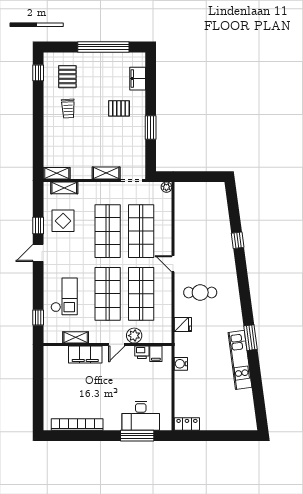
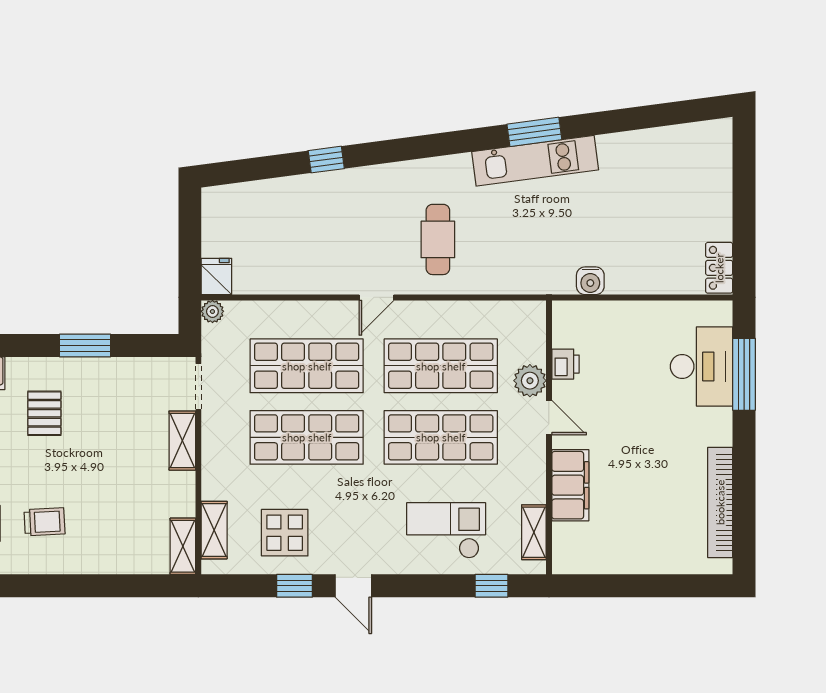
fridge: (183, 325) -> (216, 276), moved
shelving: (76, 337) -> (534, 532), moved
filing cabinet: (156, 354) -> (569, 334), removed
kitchen unit: (240, 360) -> (535, 161), moved

